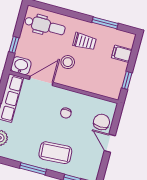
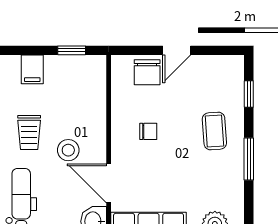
trolley: (85, 42) -> (29, 132), turned 180
chair: (102, 122) -> (147, 72), turned -90
coffee table: (55, 153) -> (214, 131), width x0.73, depth x0.77

